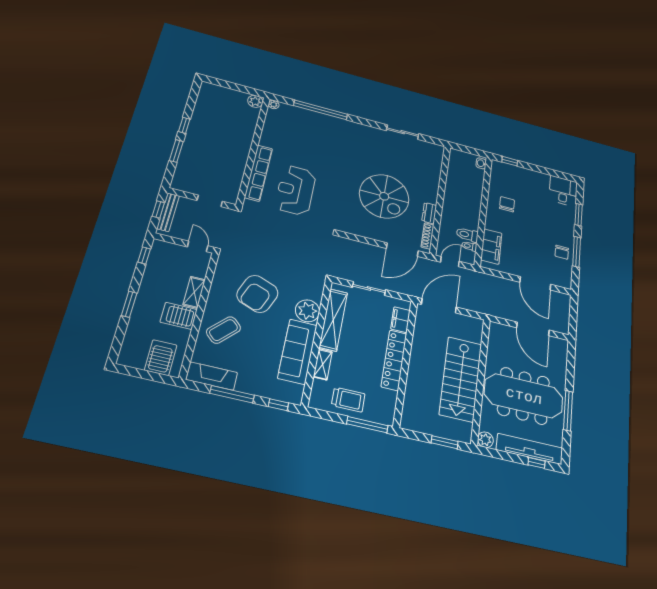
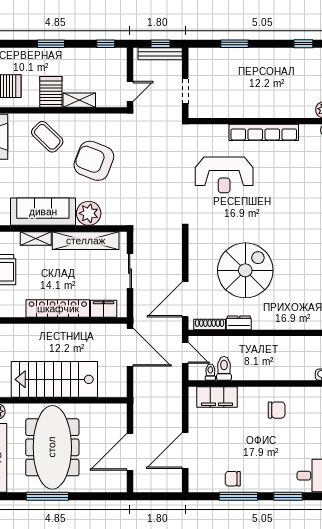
window: (184, 125) -> (303, 44), moved
row of seats: (259, 173) -> (264, 132), moved
reception desk: (296, 190) -> (224, 175), turned 180
spiral stairs: (384, 196) -> (245, 270), turned 180
door: (402, 250) -> (185, 299), hinge flipped

